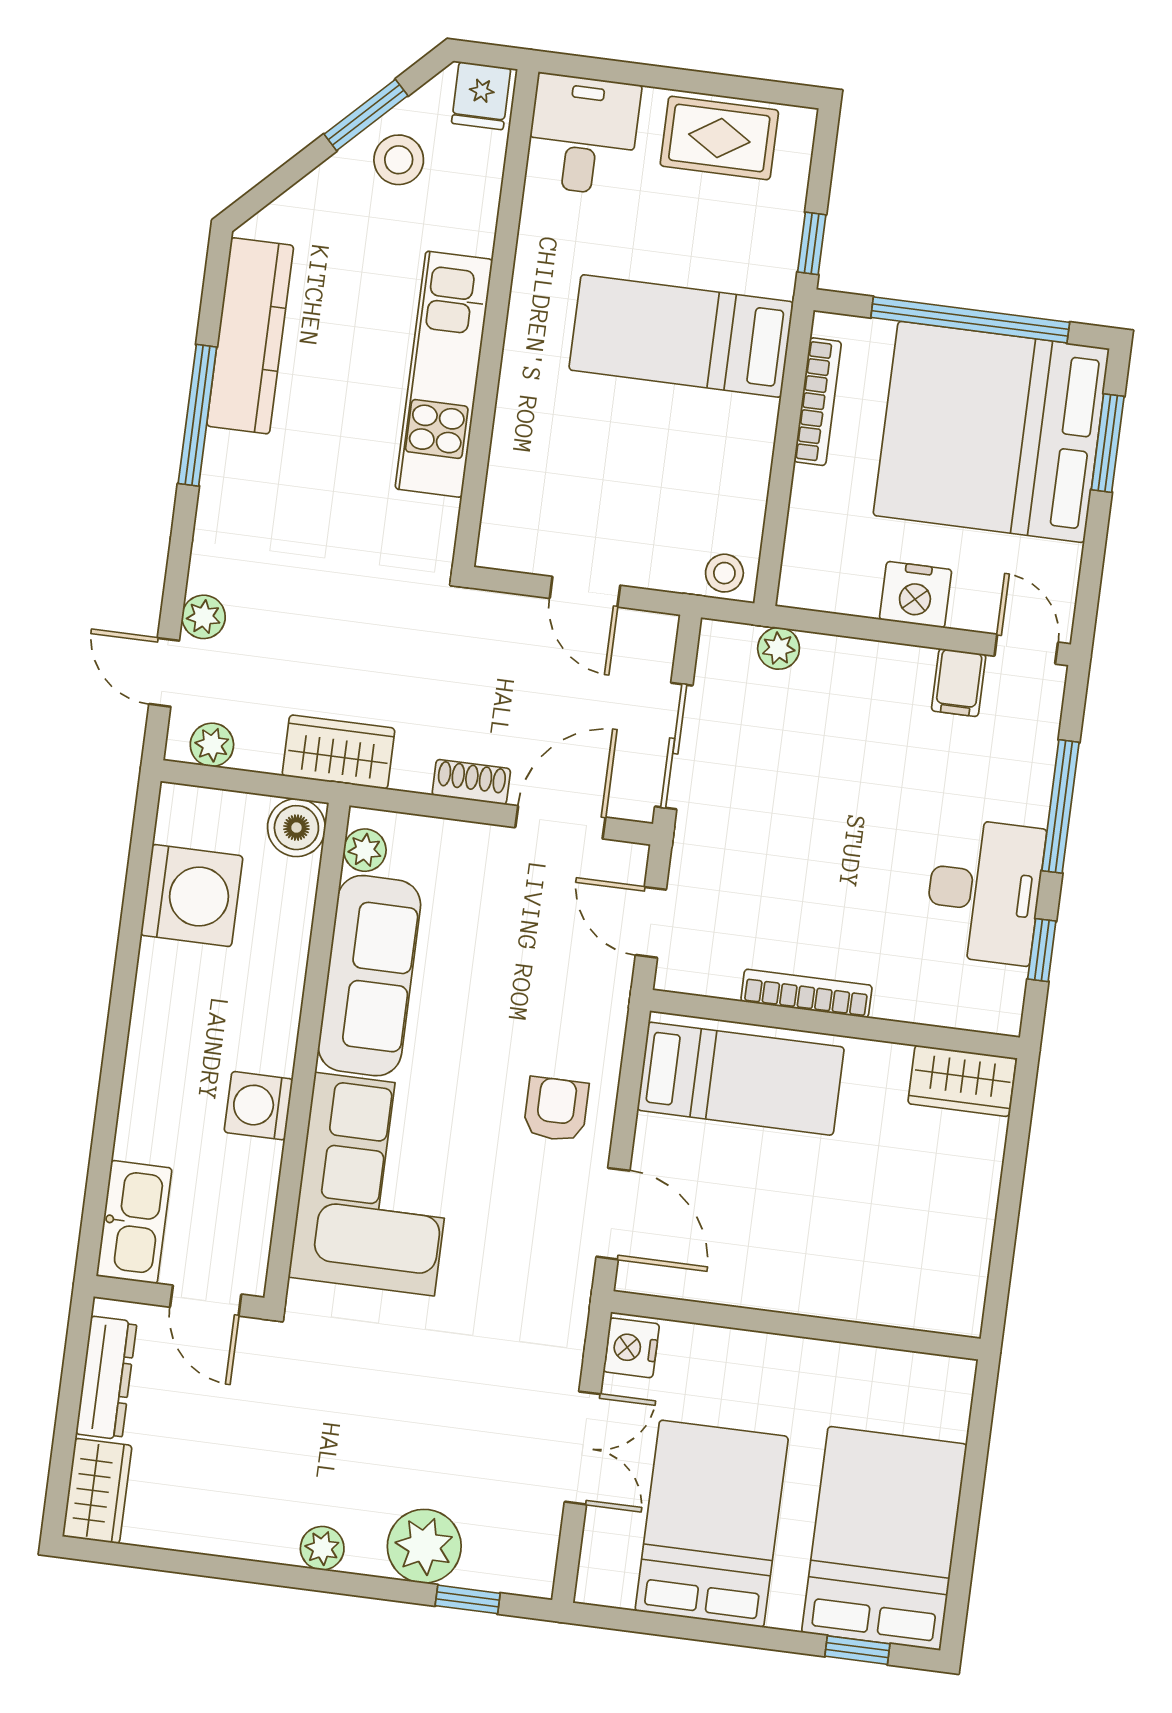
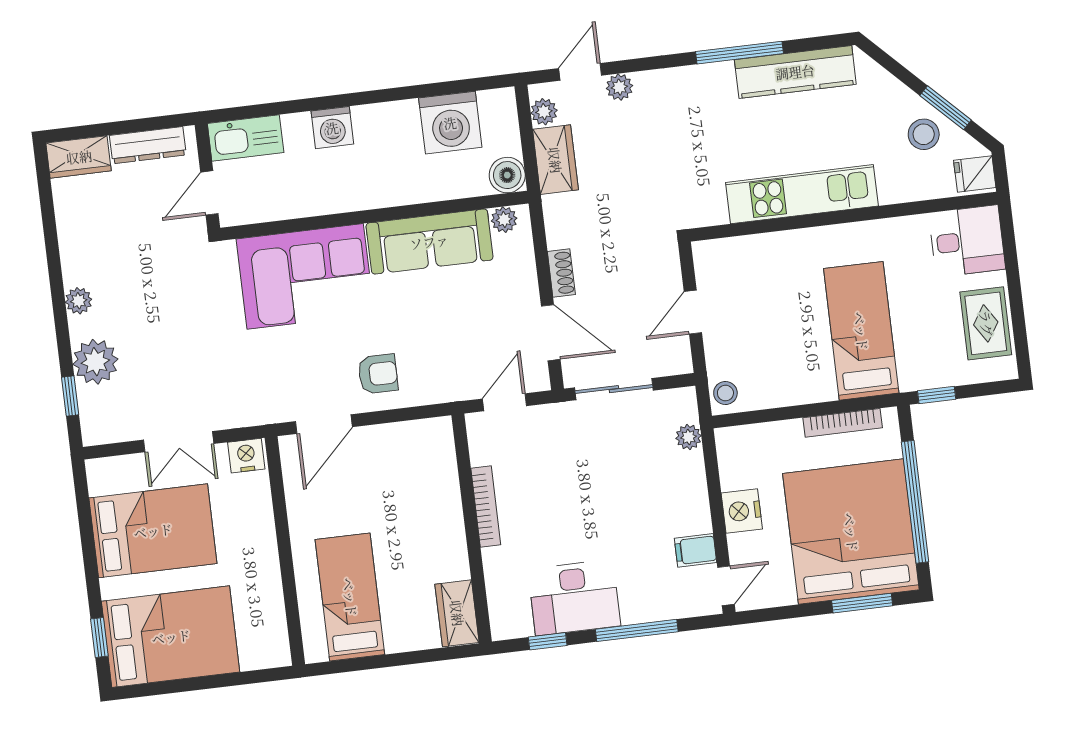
wardrobe: (338, 752) -> (555, 160), moved
bed: (741, 1079) -> (350, 597), moved, turned 180
washing machine: (258, 1106) -> (332, 128), moved, turned 180

